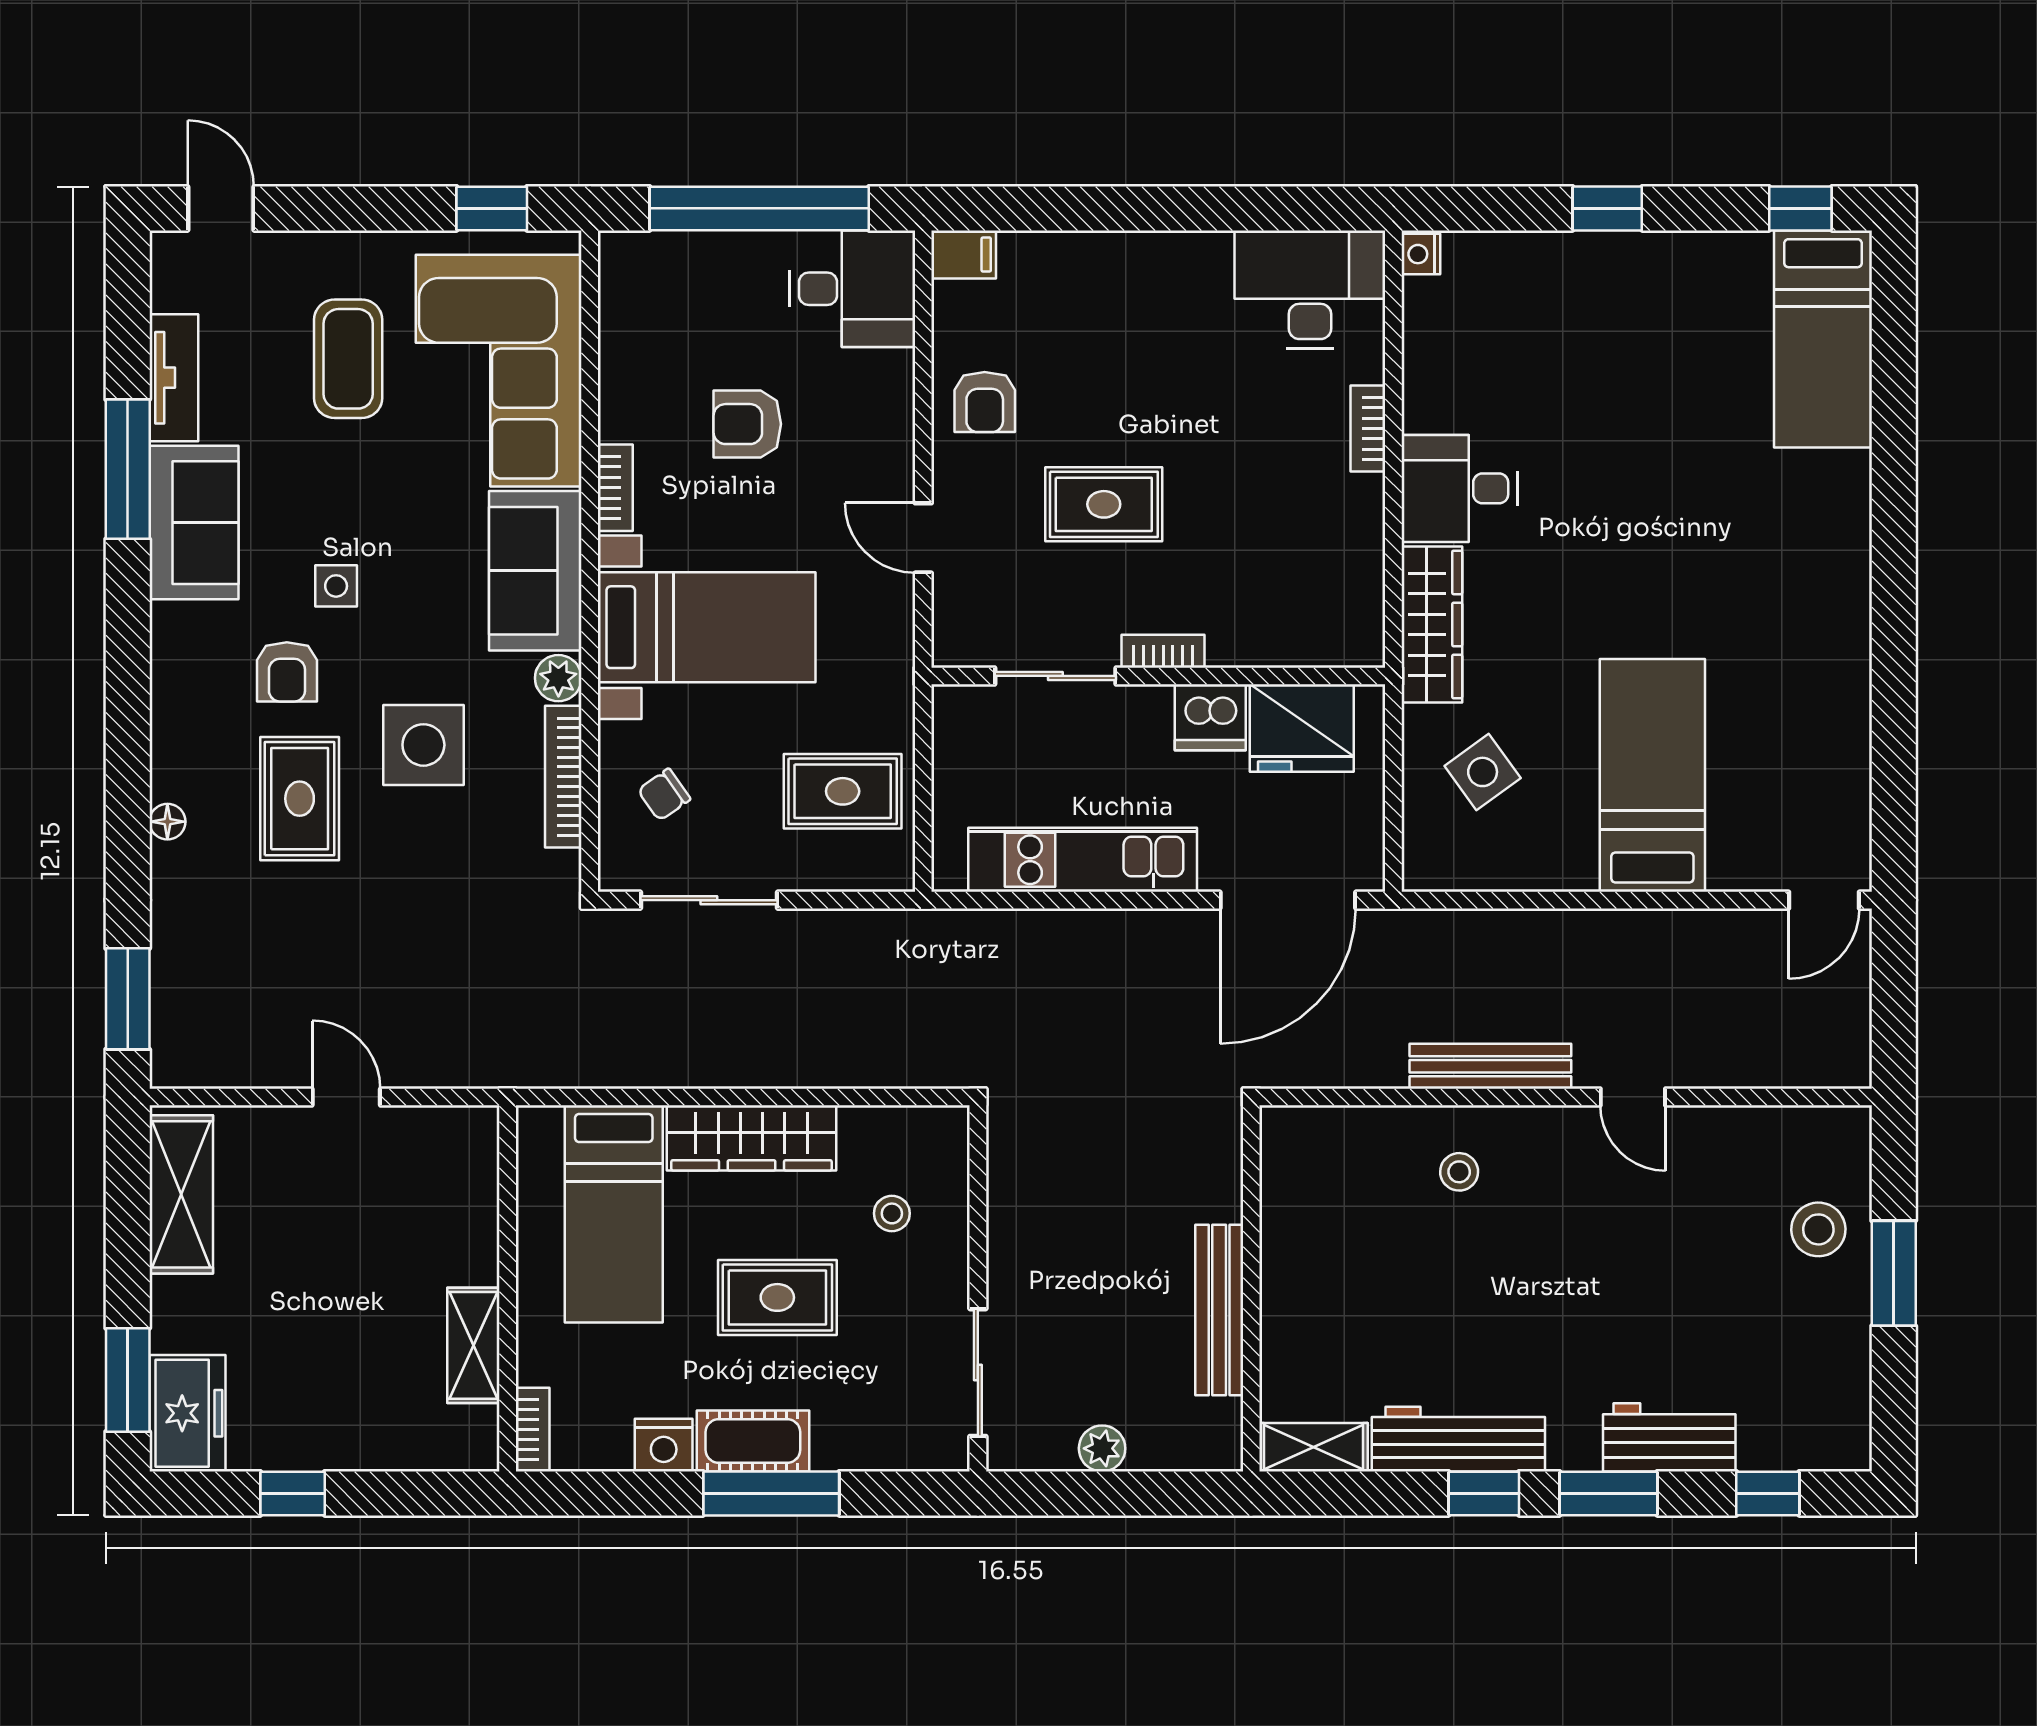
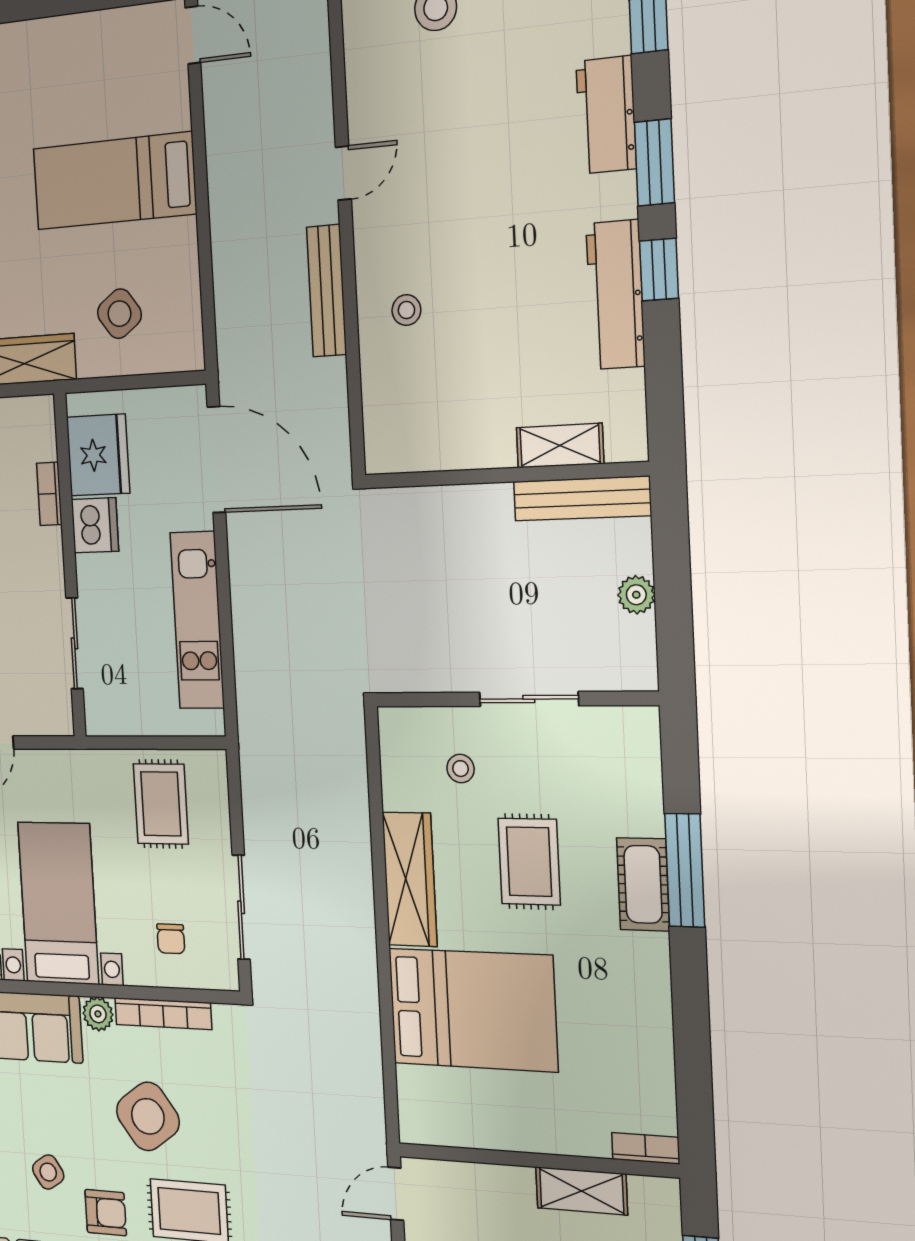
side table: (336, 586) -> (48, 1172), turned -33
bookcase: (1163, 651) -> (49, 494), moved
side table: (423, 745) -> (148, 1116), turned -36
chair: (664, 795) -> (171, 939), turned 35
bed: (614, 1214) -> (473, 1010), width x1.50
wall: (508, 1288) -> (536, 1160), moved
bench: (1219, 1310) -> (582, 499), moved
shelving: (473, 1345) -> (581, 1191), moved
sliding door: (978, 1373) -> (529, 699), moved
bookcase: (533, 1430) -> (646, 1148), moved
nightstand: (664, 1445) -> (650, 958), removed
shelving: (1314, 1447) -> (560, 446), moved, turned 90

